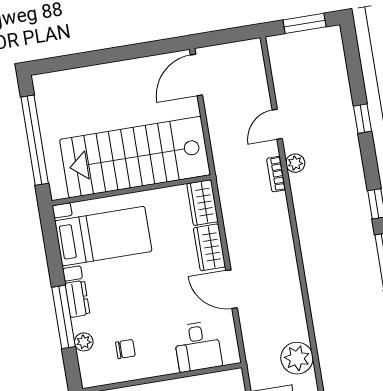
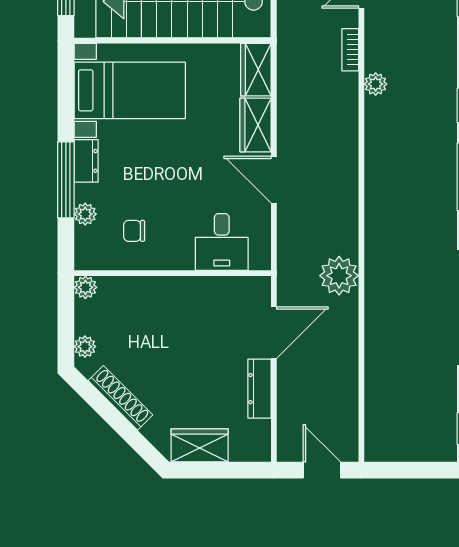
plant: (295, 163) -> (376, 84), moved
chair: (125, 349) -> (134, 231), turned 180

